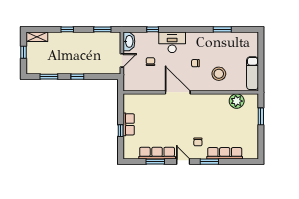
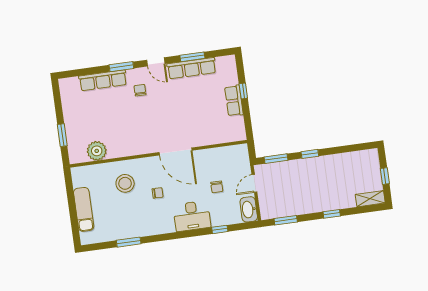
exam couch: (253, 73) -> (84, 209), moved
window: (49, 77) -> (276, 159), moved

